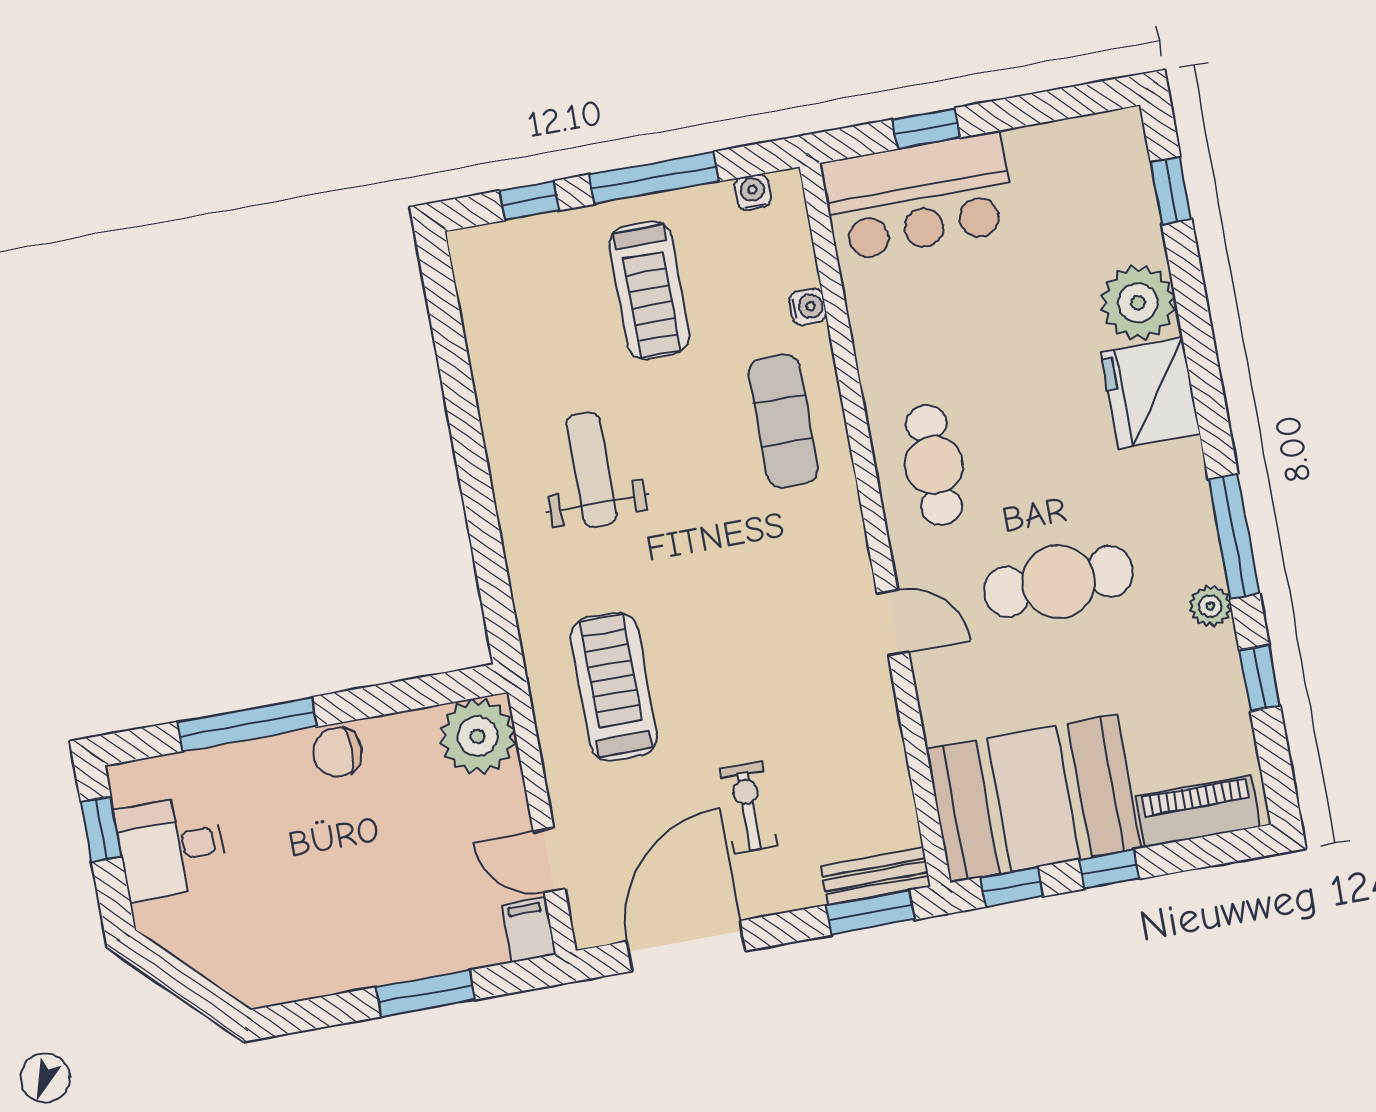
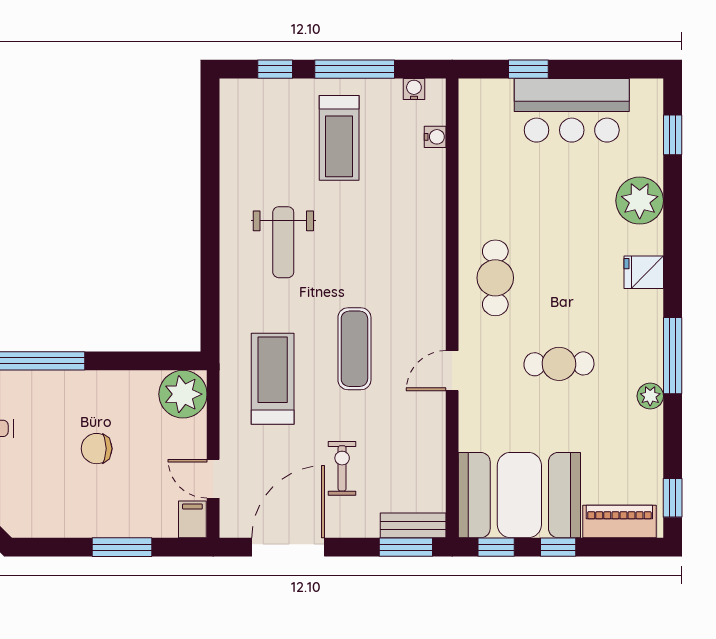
bar counter: (918, 197) -> (572, 110), moved
water cooler: (808, 307) -> (435, 137), moved
fridge: (1150, 393) -> (644, 272), width x0.53, depth x0.75
exercise mat: (783, 421) -> (354, 349), moved
weight bench: (592, 469) -> (283, 242), turned 180
cafe table: (1058, 582) -> (559, 364), width x0.73, depth x0.74
door: (893, 623) -> (452, 371), swing flipped
window: (1260, 678) -> (673, 498), moved
chair: (337, 752) -> (97, 449), moved

